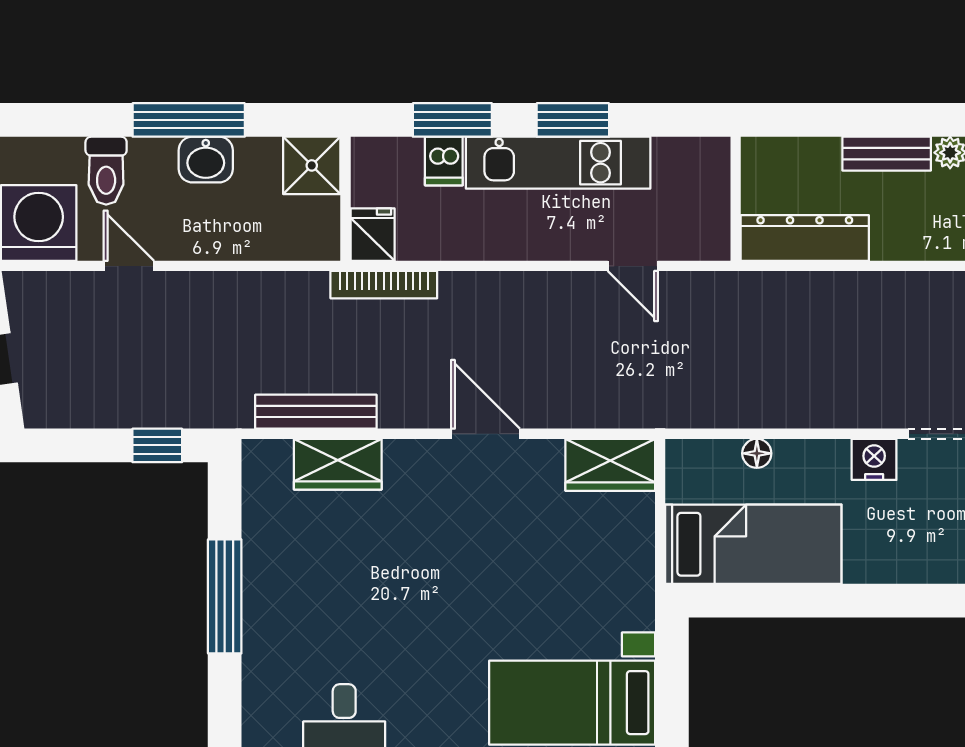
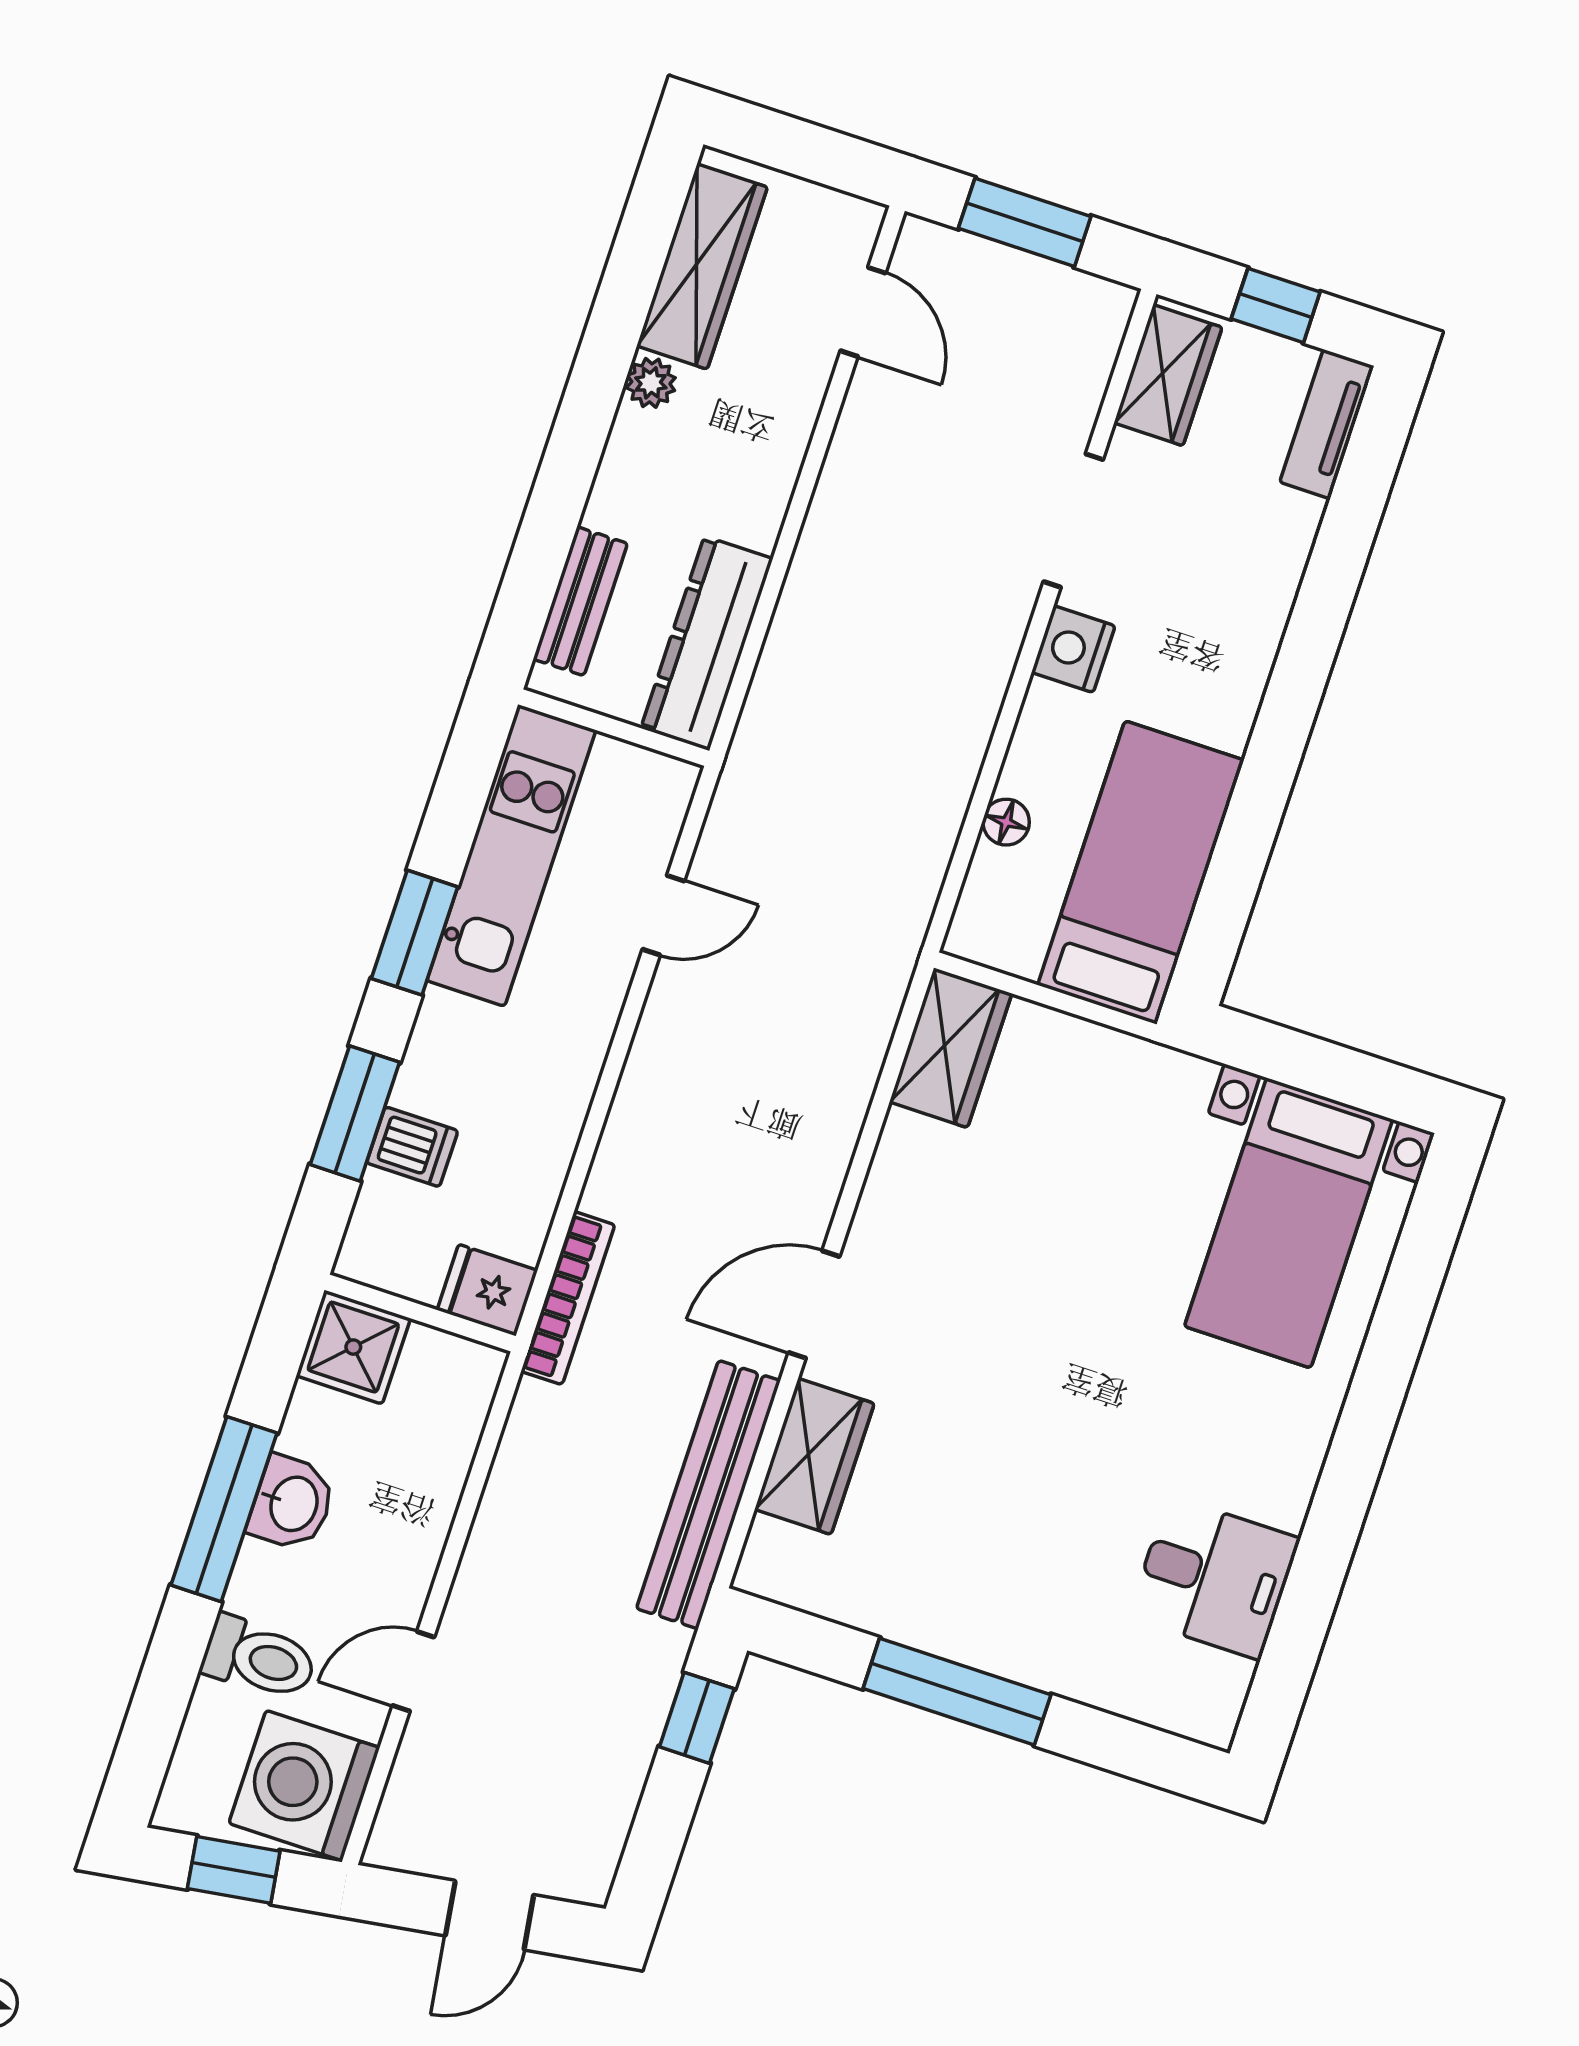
bench: (887, 154) -> (580, 601), moved
kitchen unit: (558, 163) -> (511, 855), moved
bench: (316, 412) -> (708, 1495), width x1.37, depth x1.21
door: (485, 434) -> (814, 1304), moved

